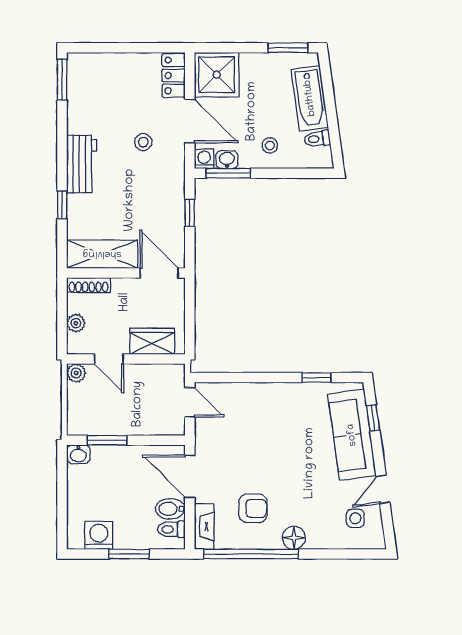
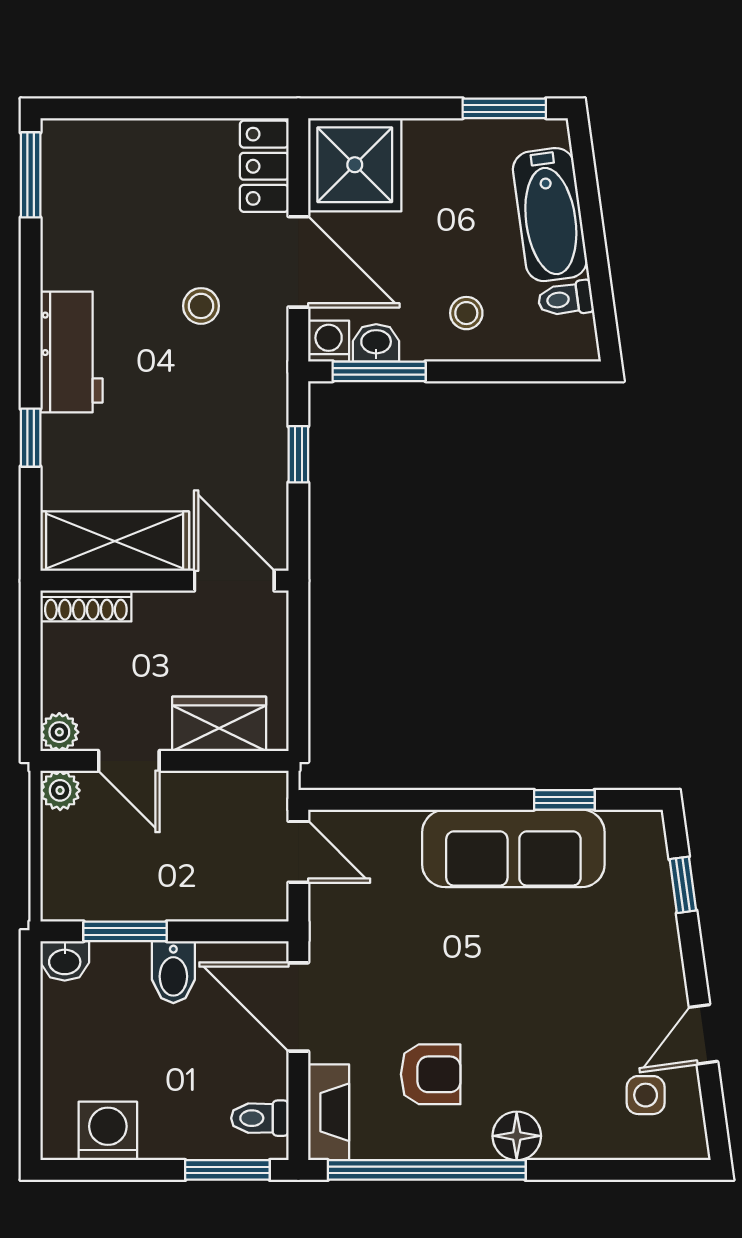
plant: (76, 323) -> (59, 732), moved
sofa: (352, 435) -> (513, 848), moved, turned -82
bidet: (170, 509) -> (173, 972), moved, turned -90
window: (129, 554) -> (227, 1170), moved

